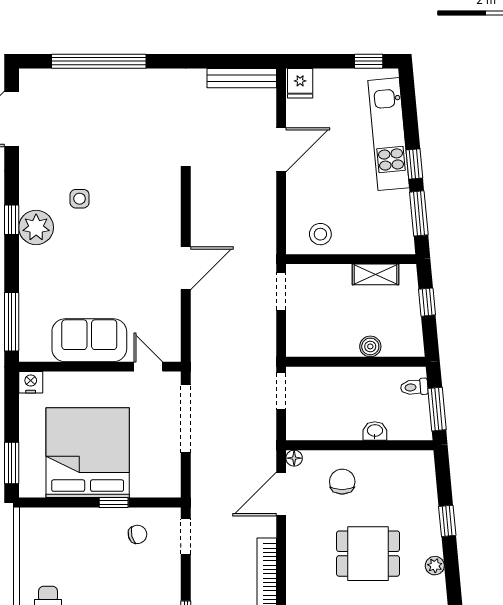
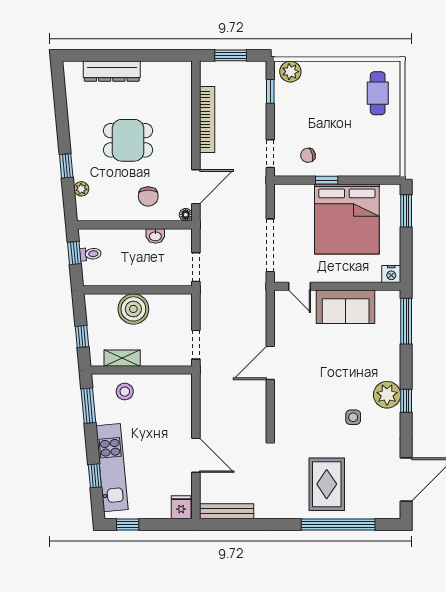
rug: (113, 113) -> (327, 484), added
door: (281, 150) -> (196, 455), swing flipped
window: (414, 164) -> (95, 476), moved
stool: (320, 234) -> (125, 392), moved
boiler: (370, 346) -> (133, 309), width x1.86, depth x1.86
toilet: (414, 387) -> (90, 254), moved
window: (437, 409) -> (74, 253), width x0.67
washbasin: (375, 431) -> (155, 236), moved
plant: (435, 566) -> (81, 189), moved

